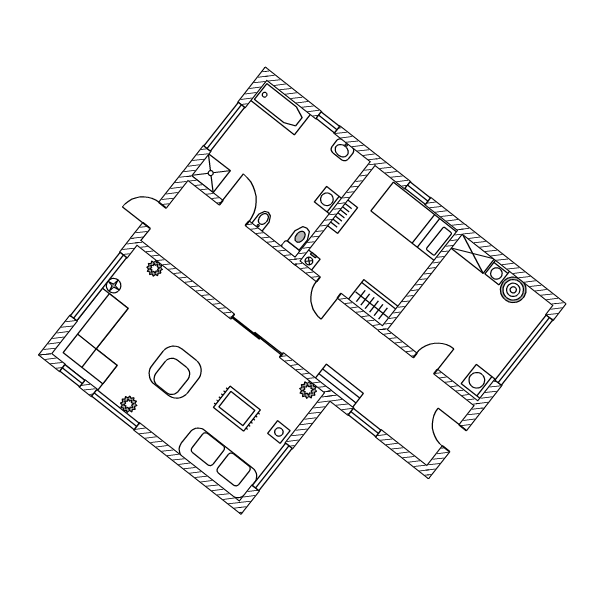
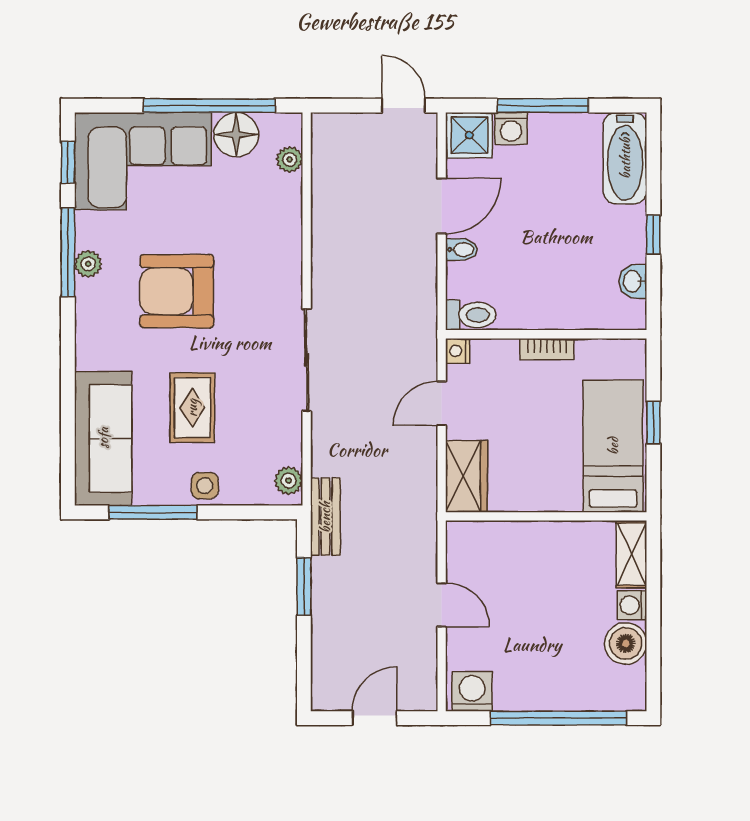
washing machine: (328, 200) -> (511, 128), moved, turned 180
door: (154, 215) -> (404, 106), moved
floor lamp: (114, 286) -> (236, 135), width x1.89, depth x1.89

